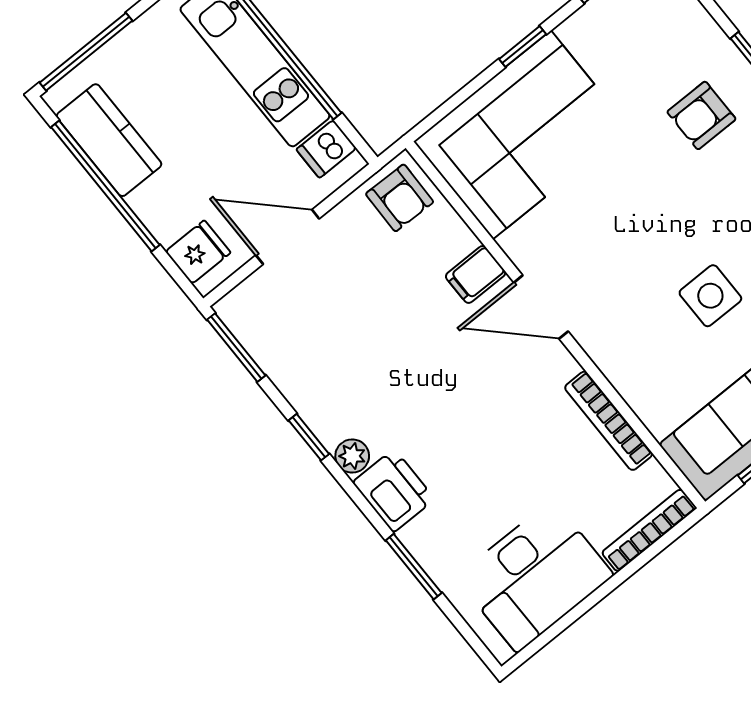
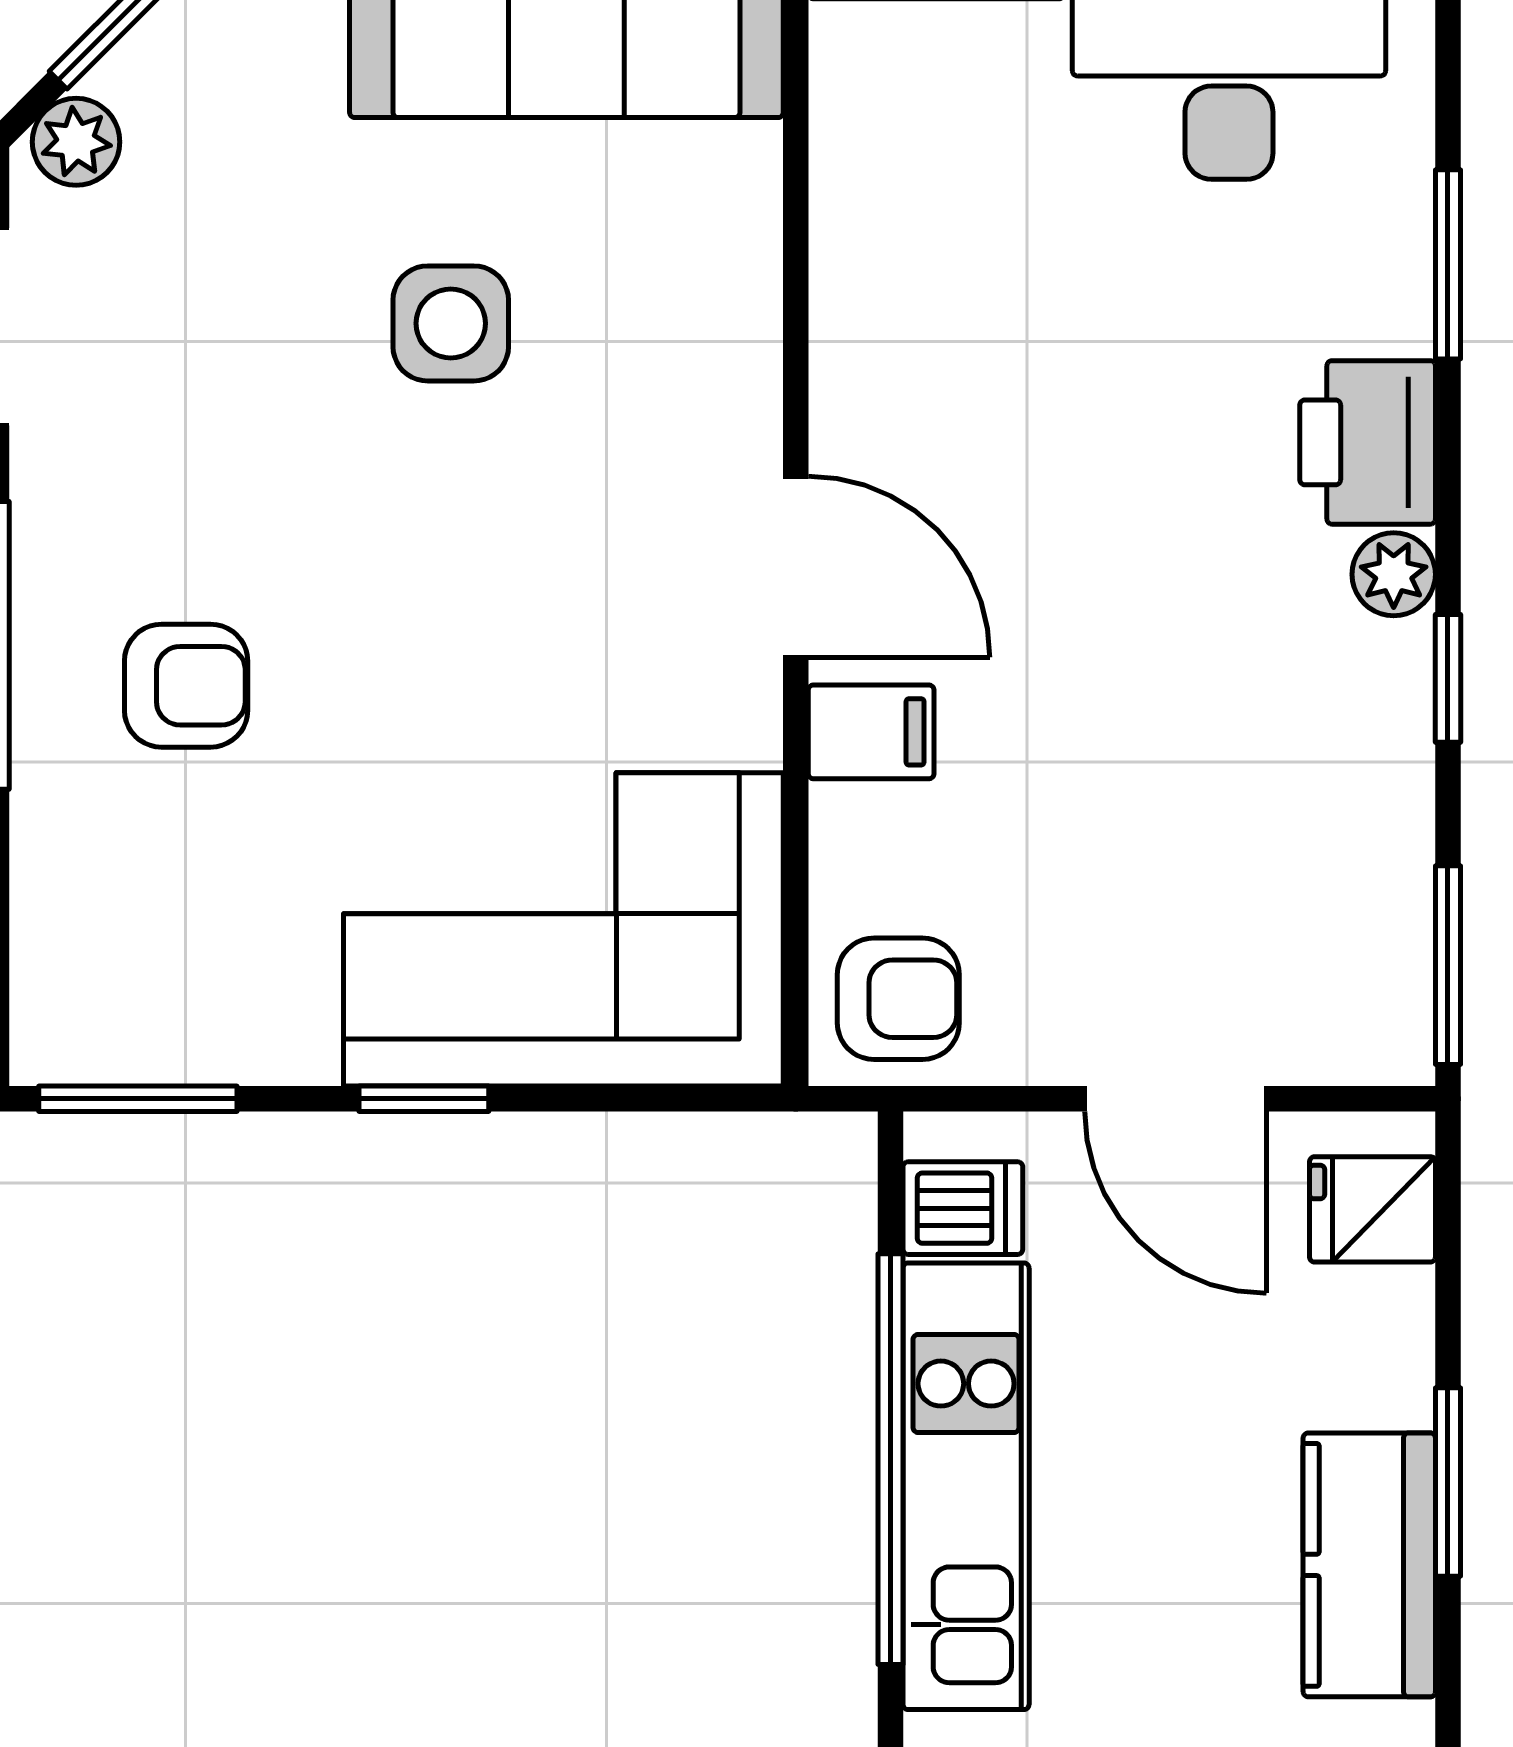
window: (105, 186) -> (1448, 1482), width x0.47
armchair: (400, 198) -> (898, 999), turned 89
bookcase: (609, 421) -> (843, 241), removed

